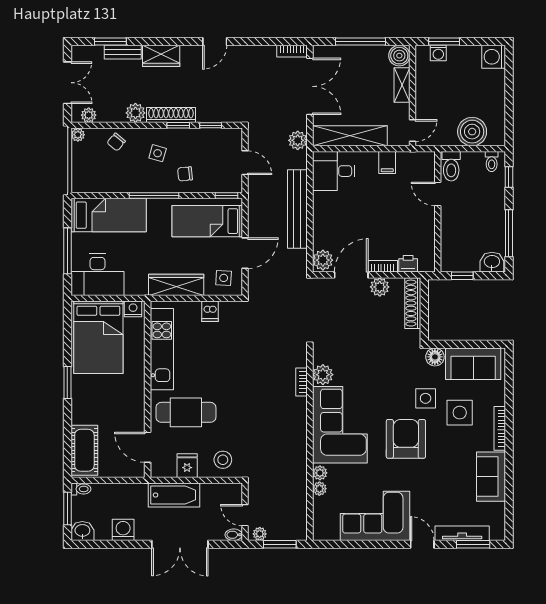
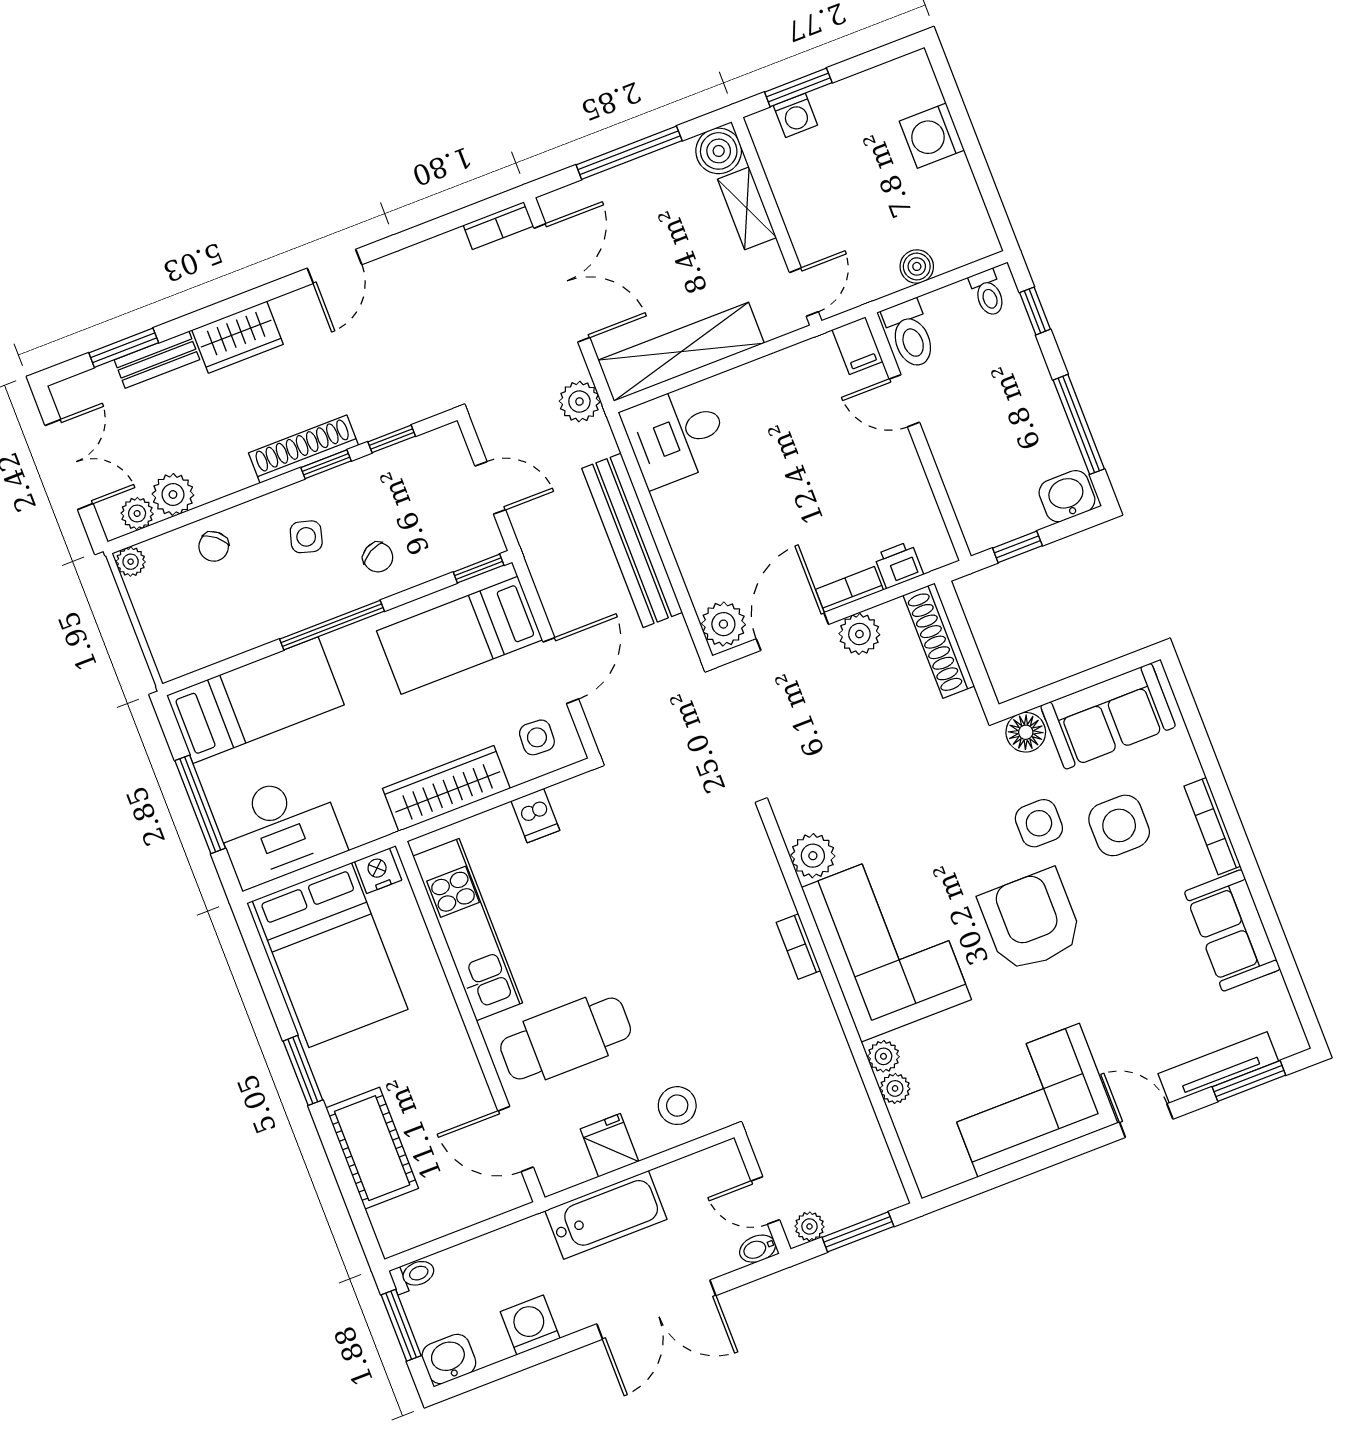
washing machine: (494, 57) -> (932, 136), moved
plant: (135, 113) -> (173, 494), moved
boiler: (472, 132) -> (917, 266), width x0.54, depth x0.54
filing cabinet: (387, 162) -> (857, 346), moved
chair: (185, 174) -> (378, 557), turned -113
bookcase: (301, 382) -> (798, 946), moved
cot: (84, 450) -> (372, 1148), moved

